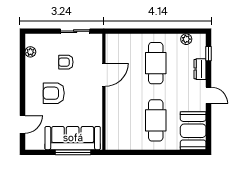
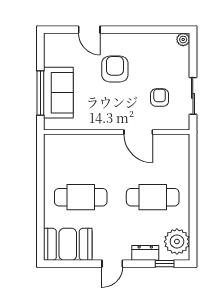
plant: (186, 39) -> (177, 242), width x1.87, depth x1.87
plant: (30, 52) -> (183, 40), moved
armchair: (66, 62) -> (160, 98), moved
door: (23, 124) -> (89, 30), moved
sofa: (73, 138) -> (58, 93), width x0.73

